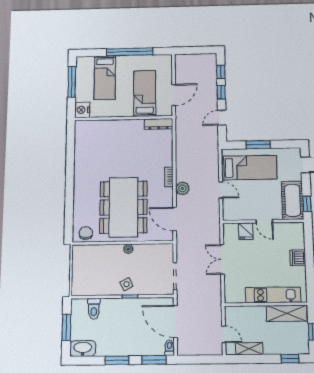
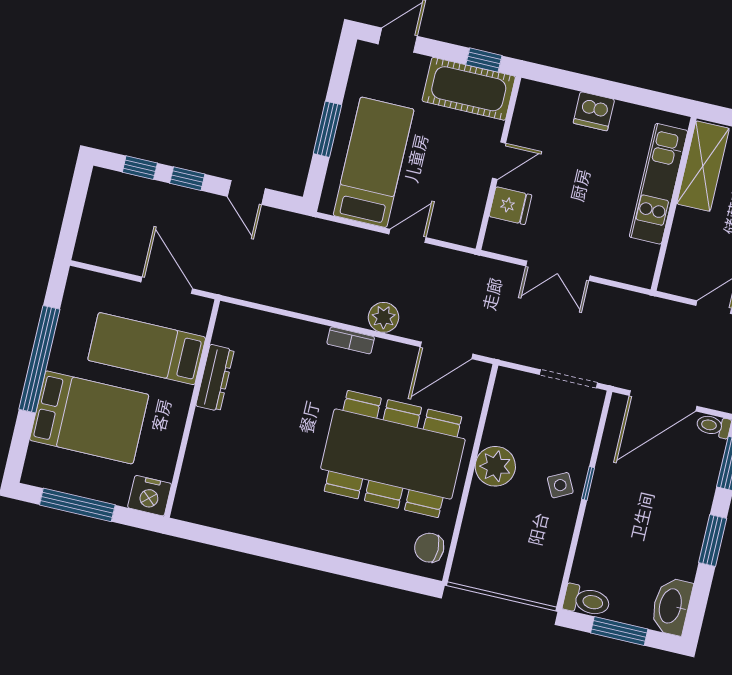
bed: (105, 78) -> (89, 417), width x1.50
dresser: (158, 124) -> (215, 378), moved
plant: (128, 249) -> (495, 466), width x1.88, depth x1.88
toilet: (94, 309) -> (587, 601), moved

